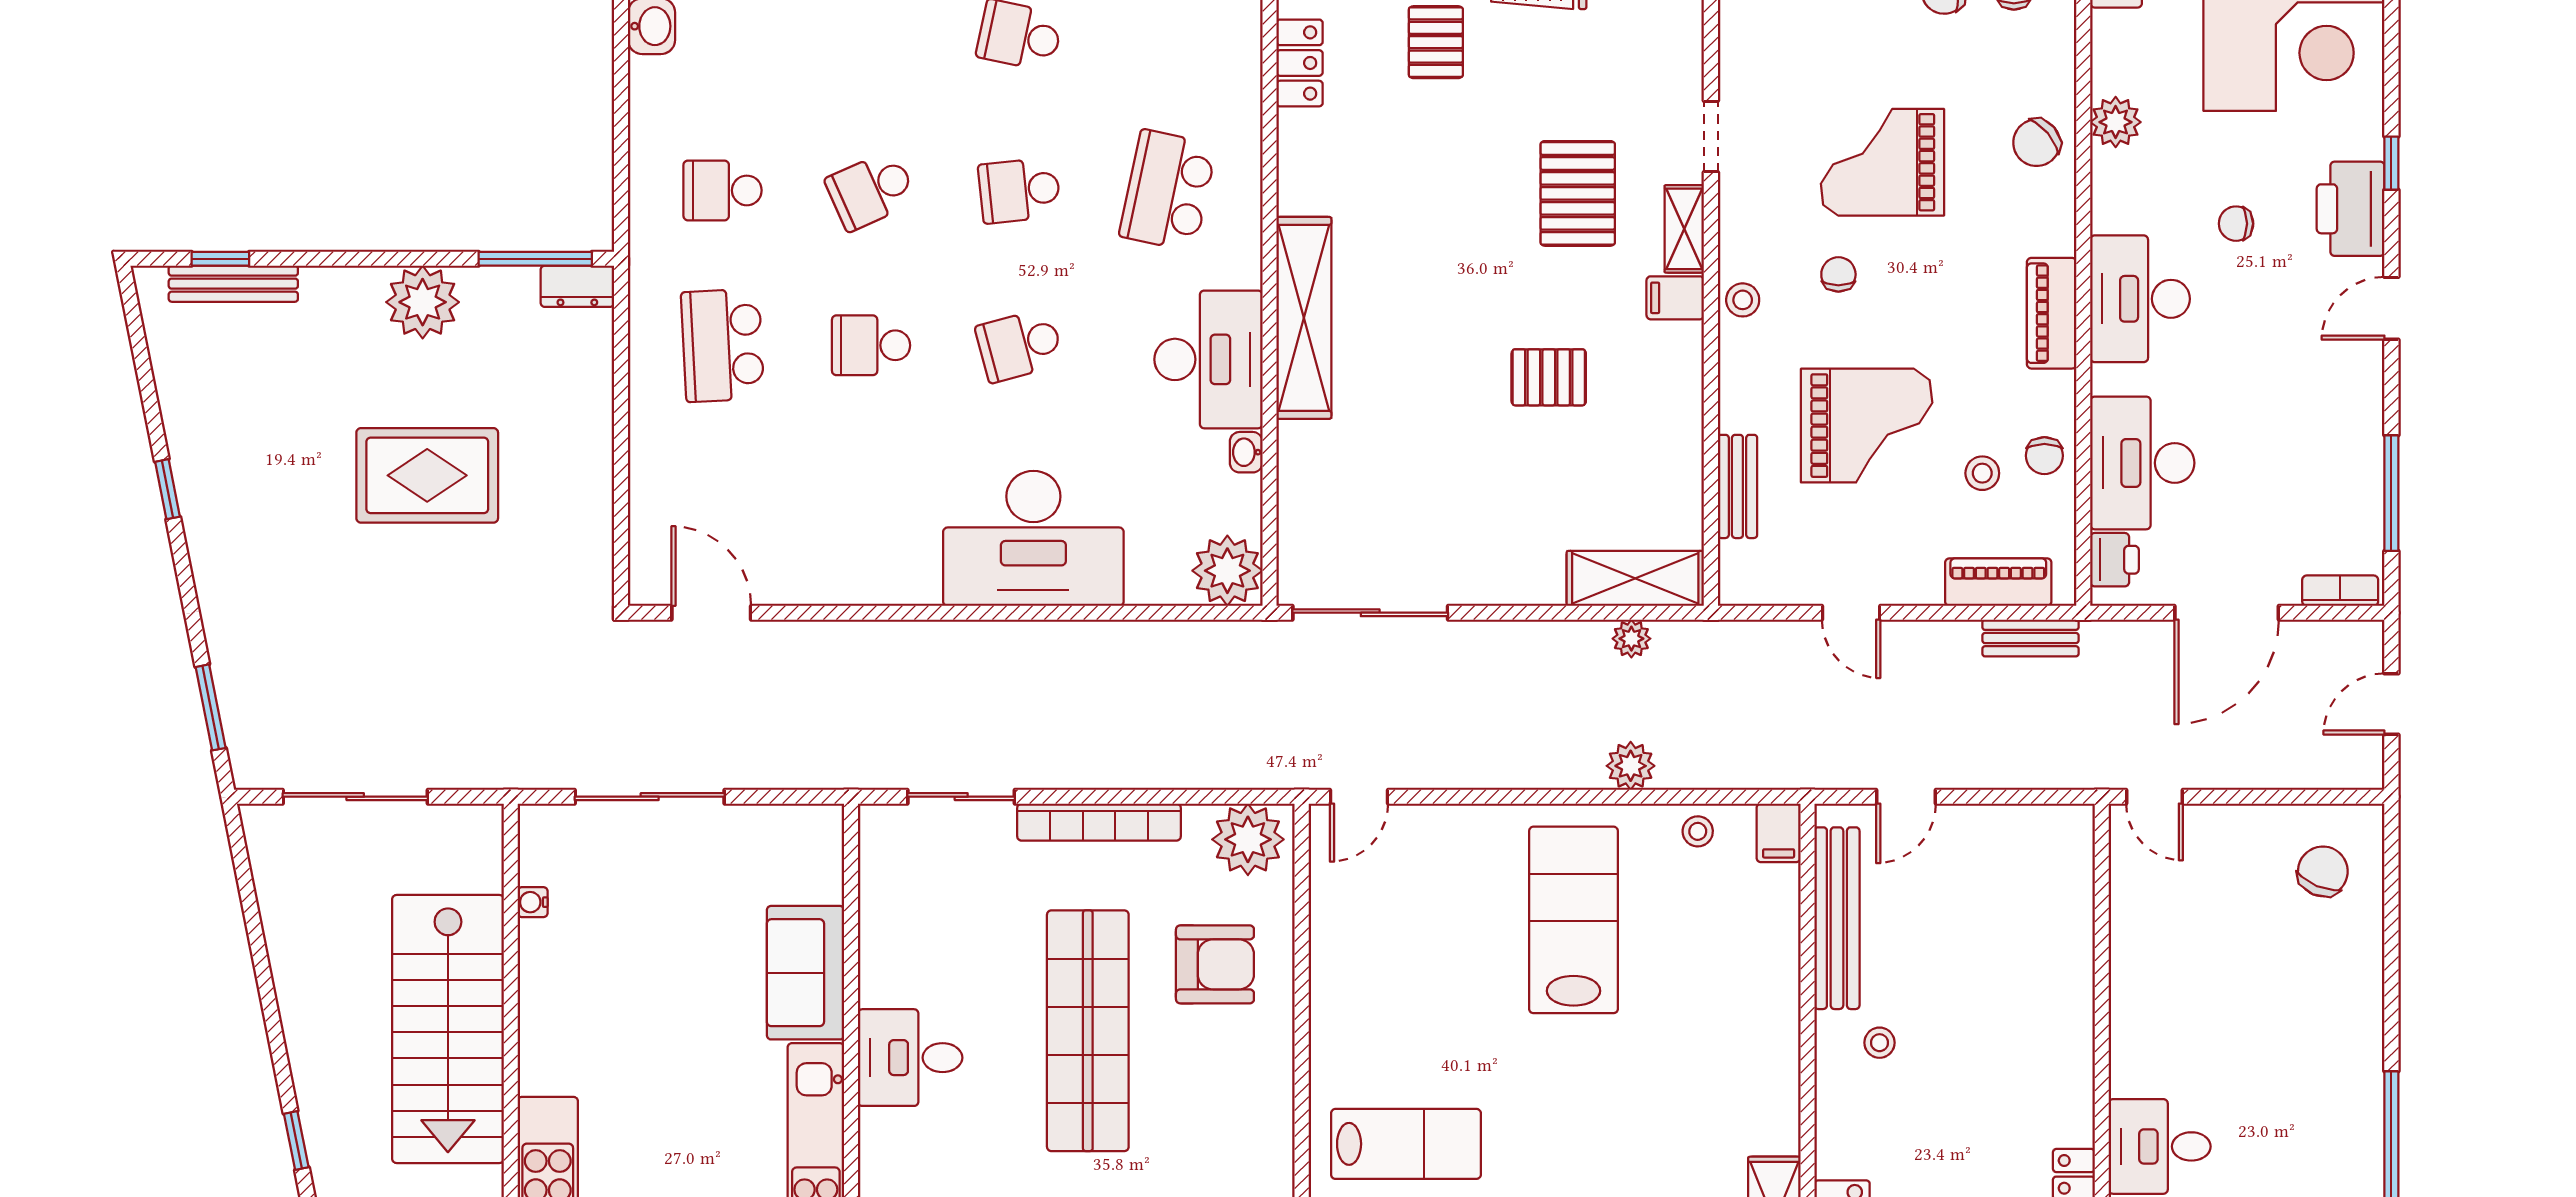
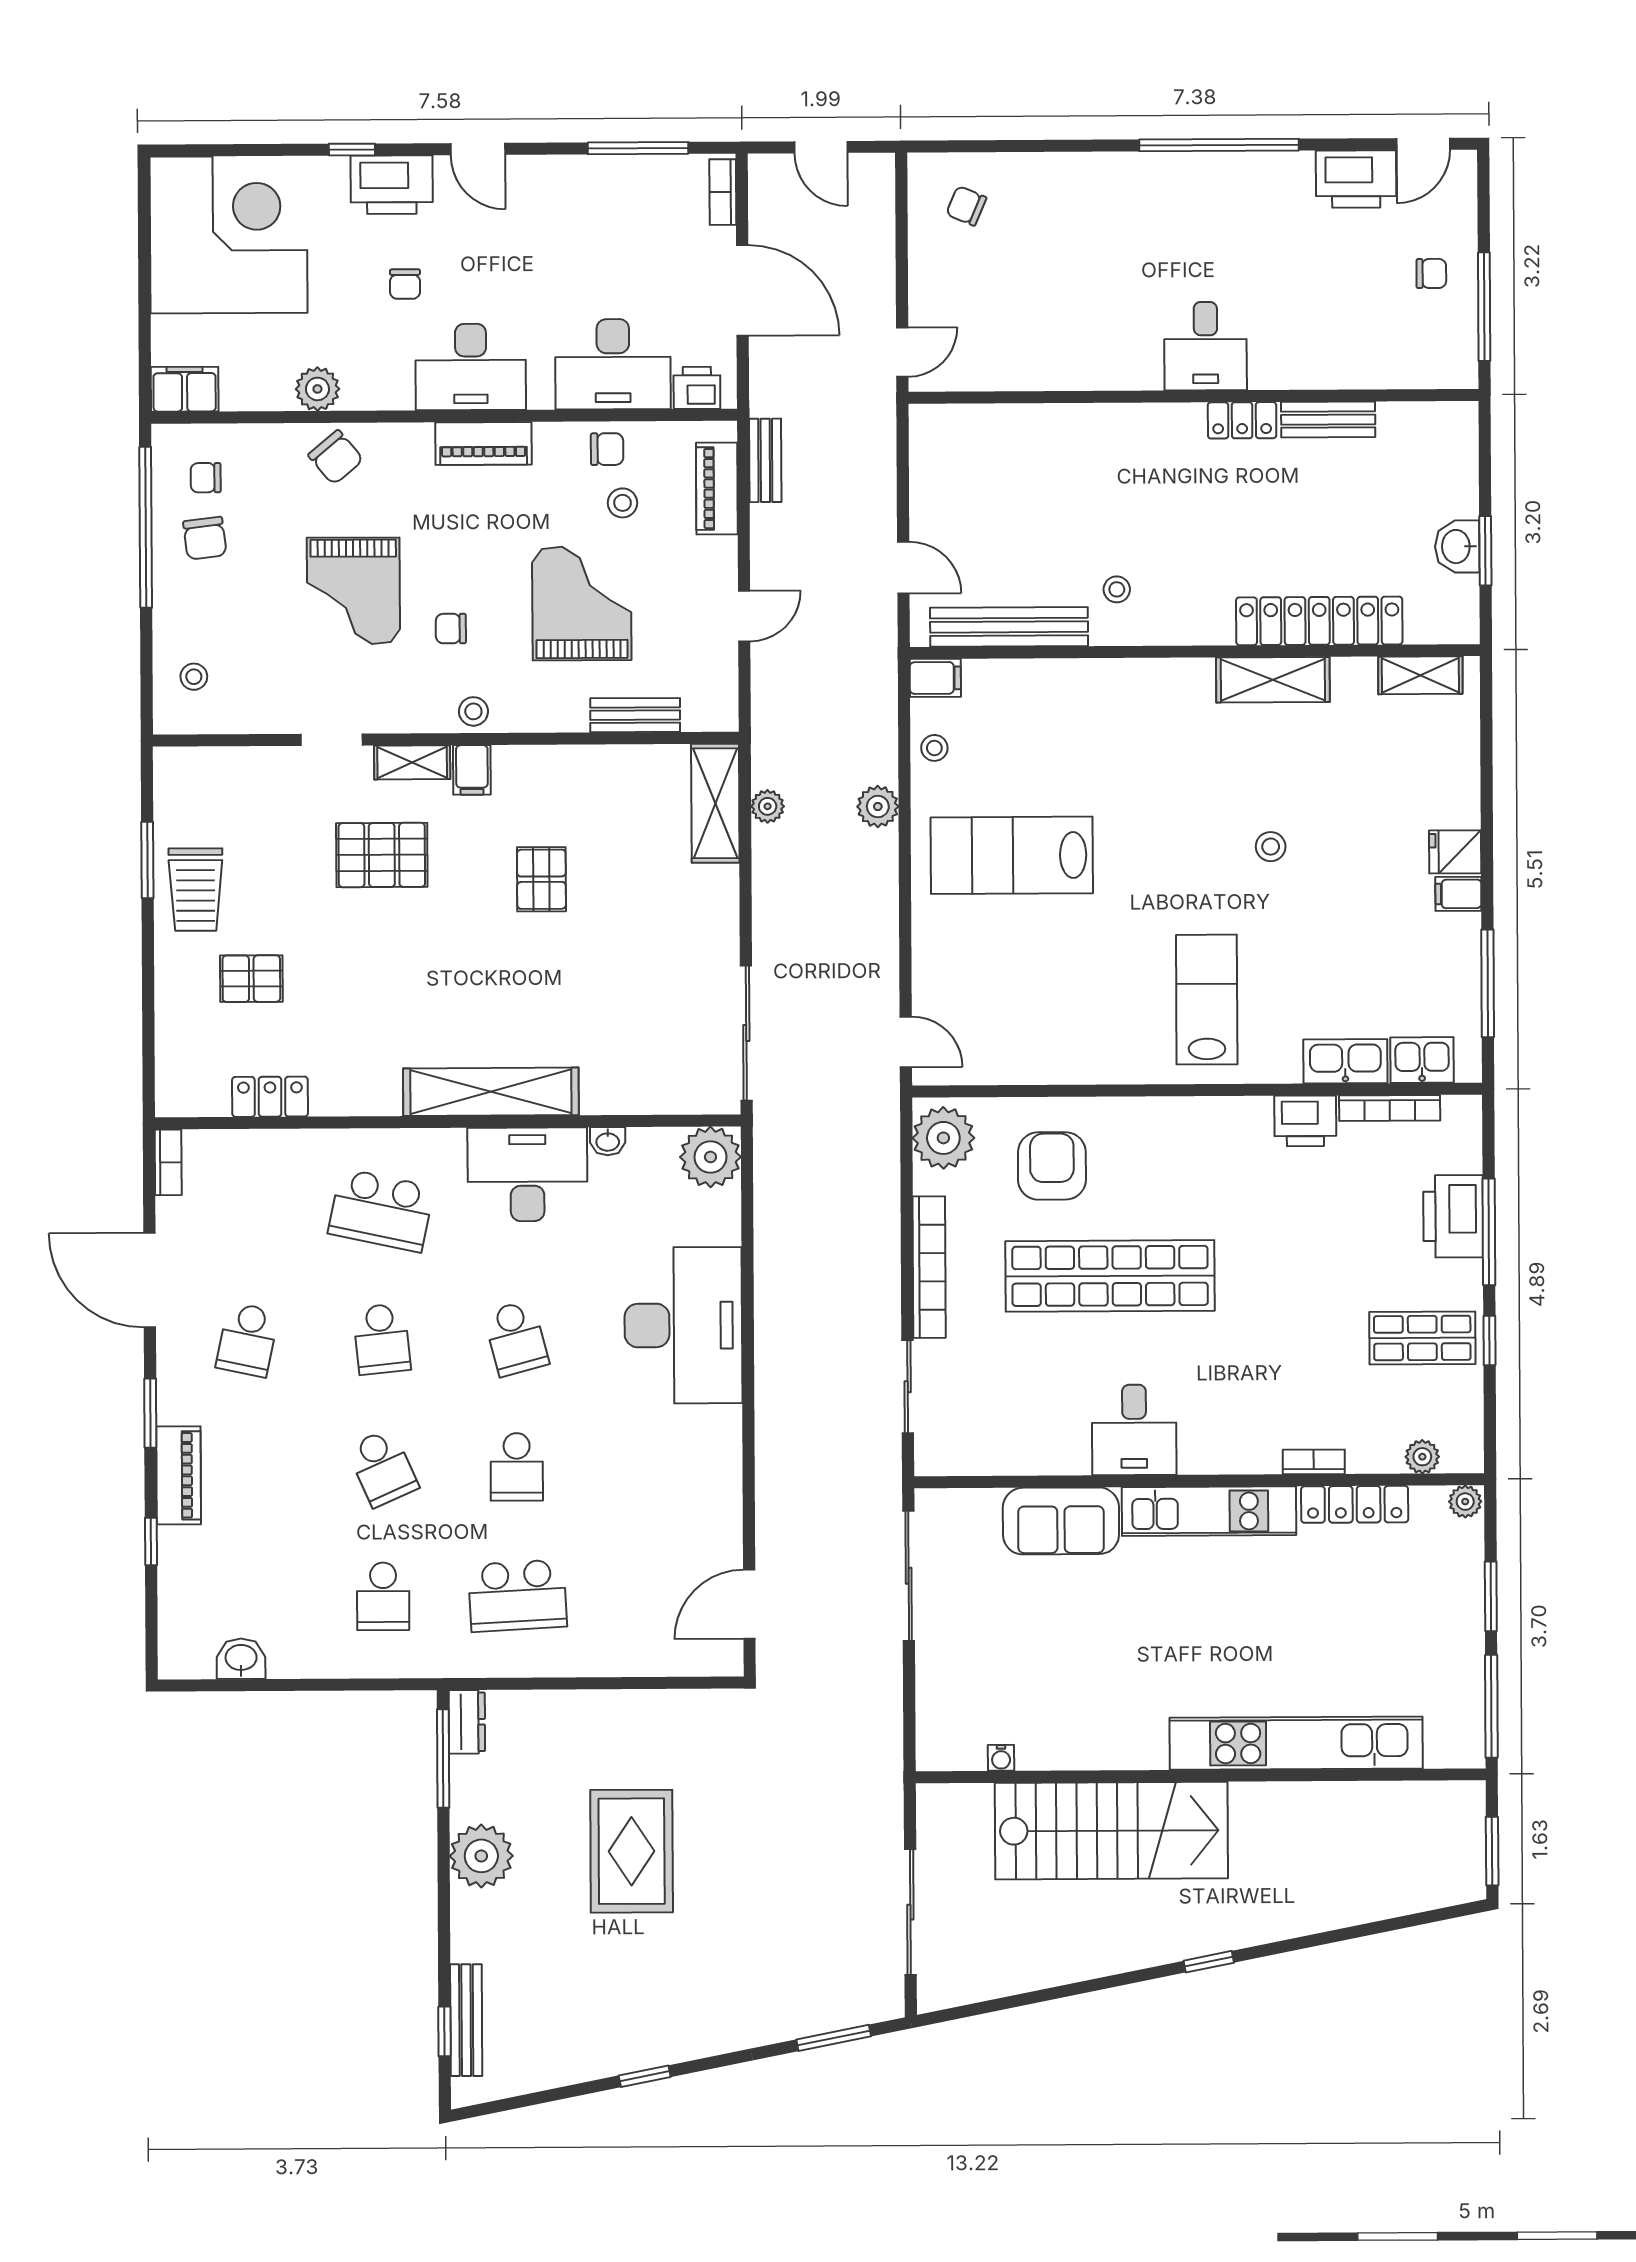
sliding door: (650, 797) -> (909, 1576), moved
chair: (2323, 871) -> (966, 206), width x0.73, depth x0.73

